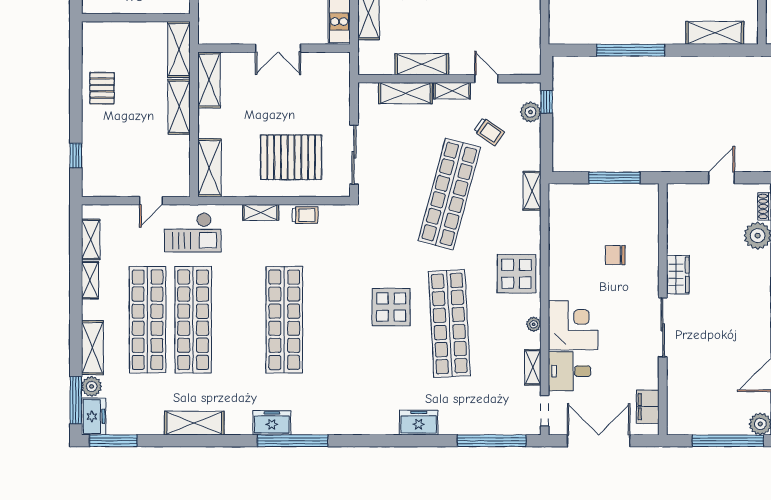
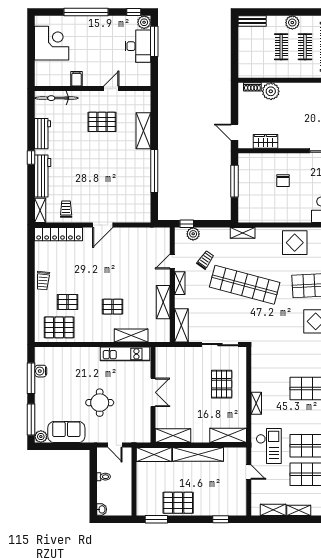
shelving: (715, 33) -> (143, 131), moved
window: (76, 54) -> (156, 519), added
pallet: (102, 88) -> (178, 503), width x1.50, depth x1.42
shelving: (405, 93) -> (181, 325), moved
shelving: (179, 107) -> (198, 454), width x1.47
pallet: (291, 157) -> (222, 384), width x0.73, depth x0.71
door: (722, 178) -> (234, 132), moved
trolley: (305, 215) -> (258, 375), removed
wardrobe: (678, 275) -> (265, 141), moved

